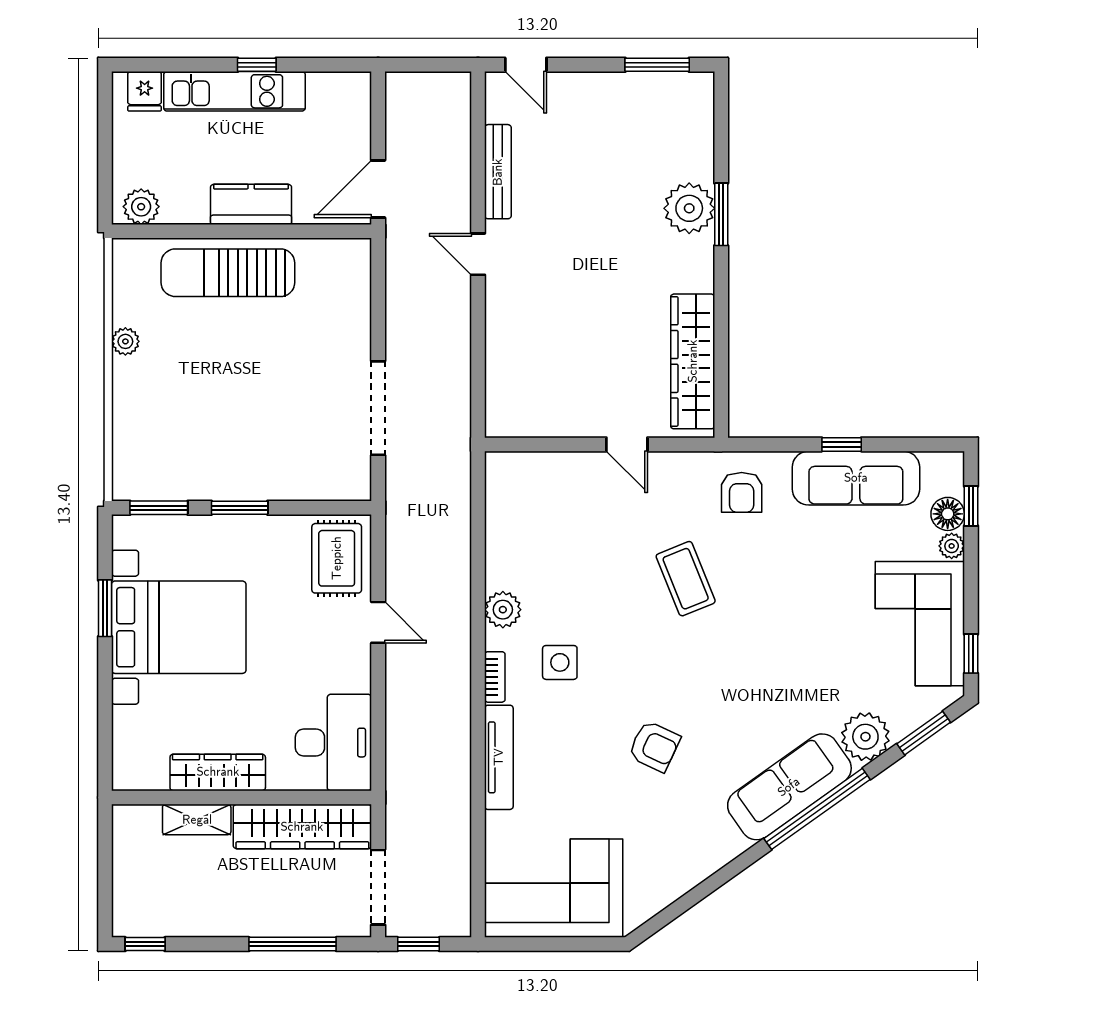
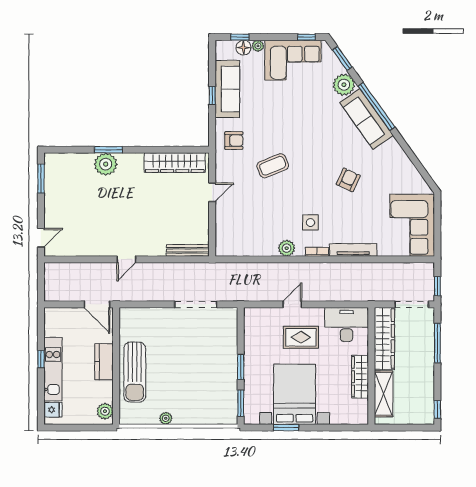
bench: (498, 172) -> (188, 250), moved
rug: (337, 558) -> (301, 337), moved
shelving: (197, 820) -> (384, 394), width x1.50, depth x1.33

